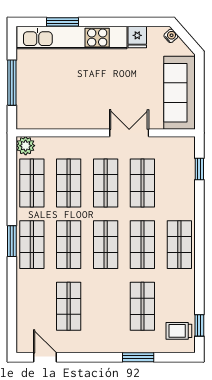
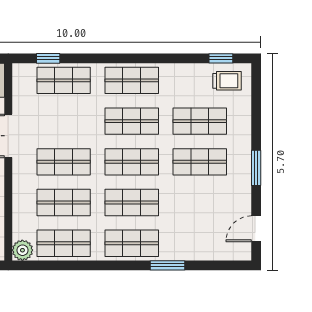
shop shelf: (142, 183) -> (64, 80), moved
window: (12, 241) -> (167, 265), moved
shop shelf: (69, 306) -> (200, 162), moved
trolley: (179, 331) -> (227, 81), turned -90
window: (138, 357) -> (256, 168), moved

